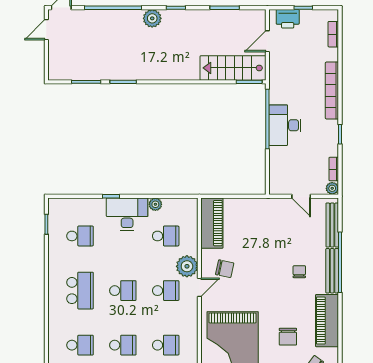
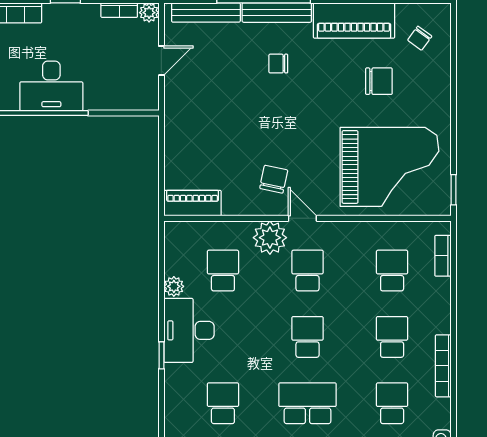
piano: (212, 223) -> (193, 203), width x0.73, depth x0.75

